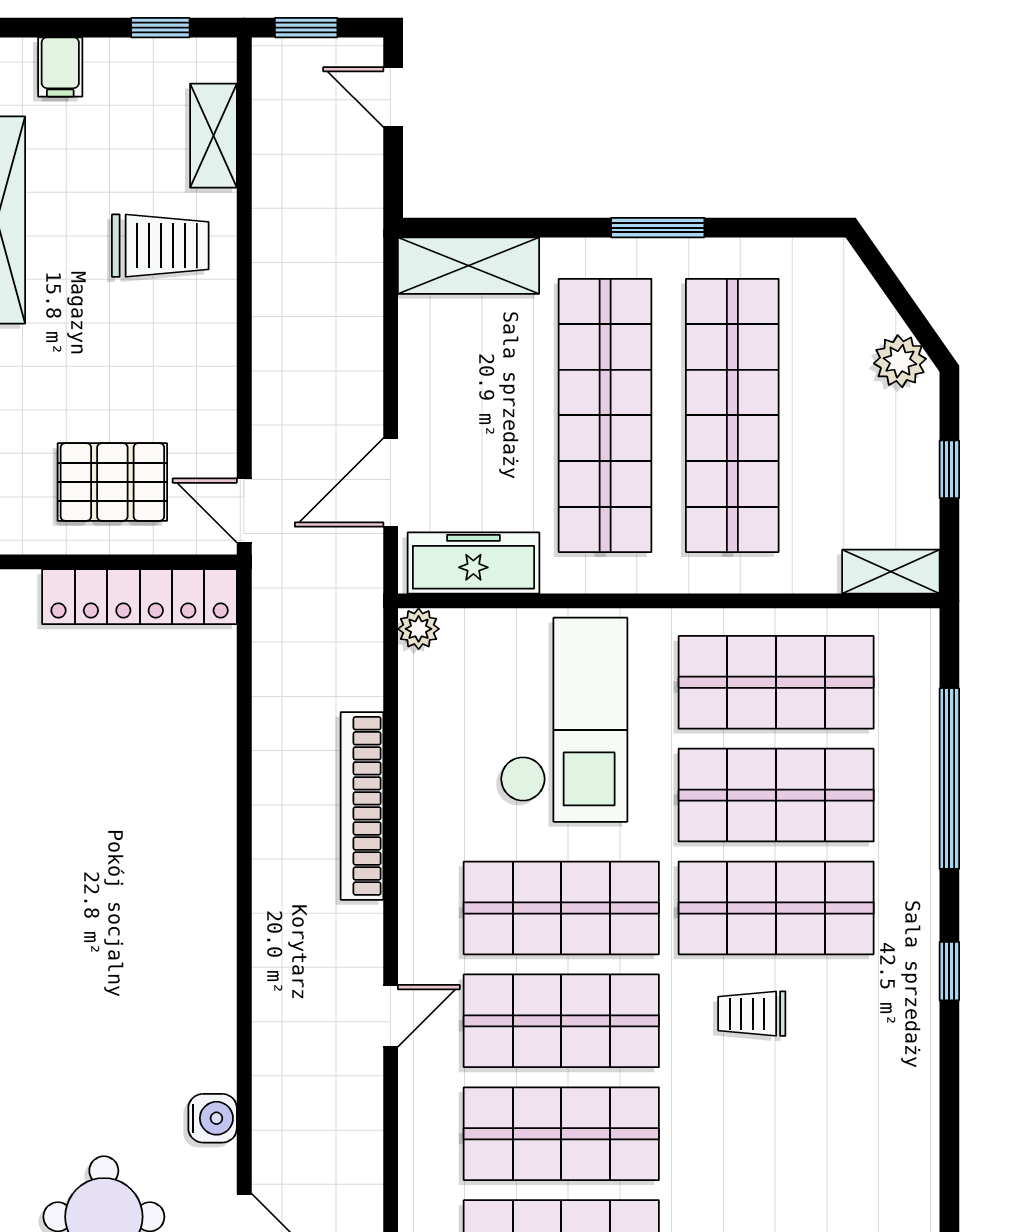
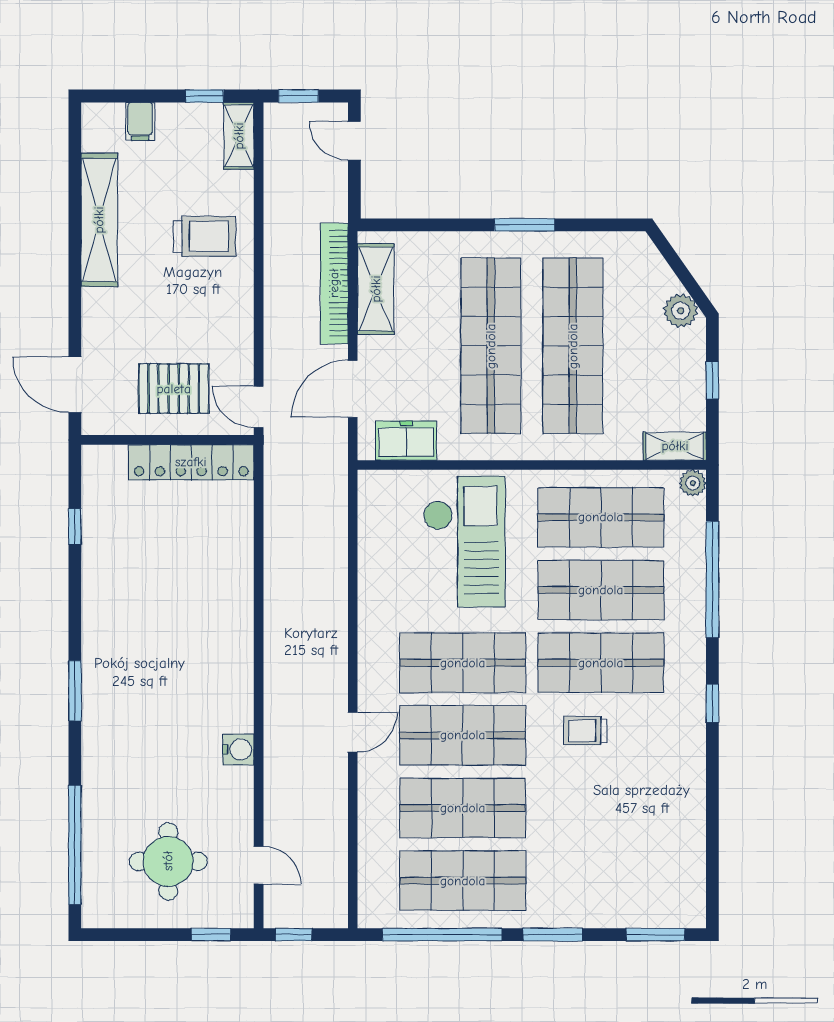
shelving: (213, 136) -> (239, 136), moved
shelving: (469, 266) -> (376, 289), moved, turned 90
freezer: (473, 563) -> (406, 441), width x0.71
plant: (419, 629) -> (693, 483), moved
bookcase: (362, 806) -> (334, 283), moved
water cooler: (213, 1118) -> (238, 749), moved

